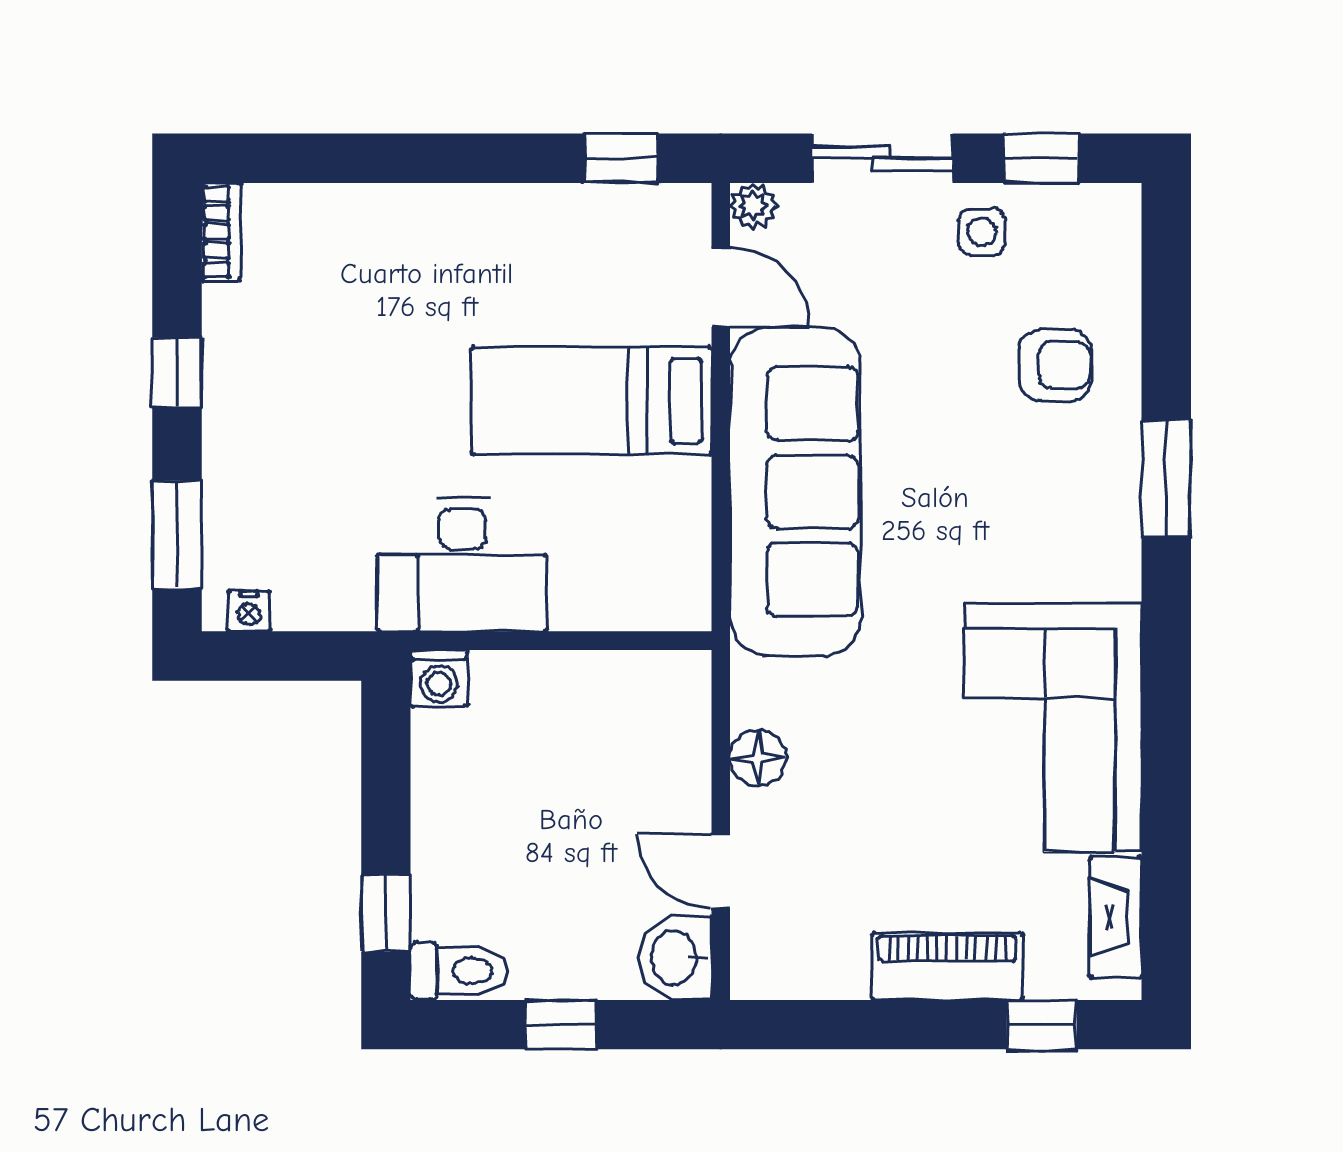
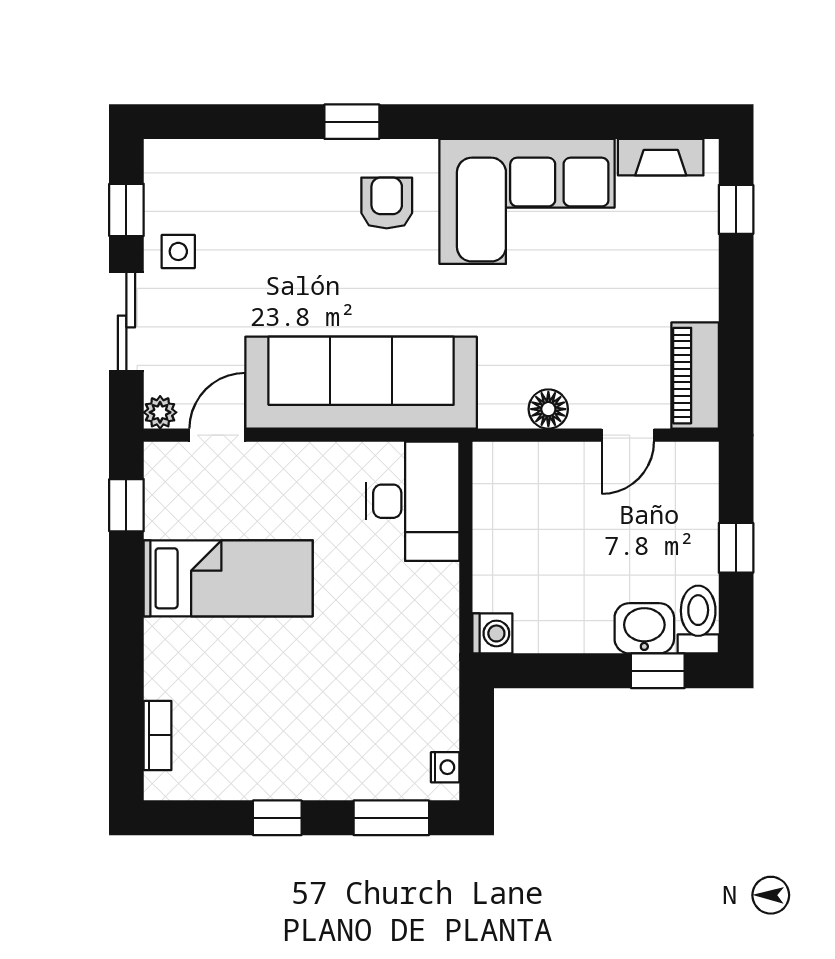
bookcase: (221, 232) -> (158, 735), moved, turned 90
armchair: (1056, 365) -> (387, 203), moved
bed: (592, 401) -> (228, 578), moved, turned -90
window: (1166, 479) -> (352, 122), width x0.67
desk: (462, 565) -> (413, 501), moved
washbasin: (676, 958) -> (644, 628), moved, turned 180
piano: (947, 966) -> (695, 376), moved

